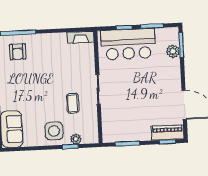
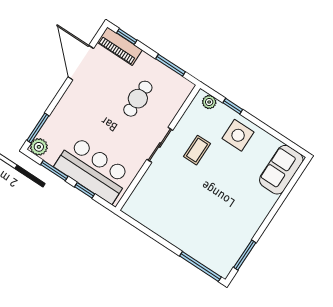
fireplace: (80, 37) -> (138, 214), removed
plant: (173, 51) -> (39, 147), moved
armchair: (18, 52) -> (215, 247), removed
cafe table: (133, 108) -> (138, 99), added
plant: (76, 139) -> (209, 102), moved

